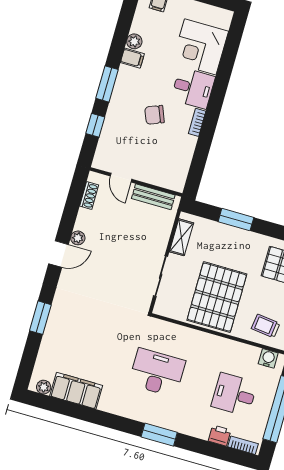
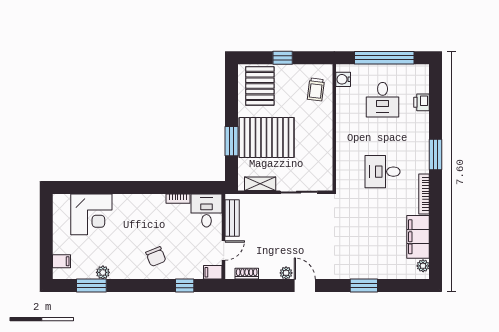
filing cabinet: (132, 58) -> (213, 272), moved, turned -90
window: (107, 84) -> (91, 286), moved
desk: (193, 88) -> (206, 210), moved
chair: (155, 115) -> (156, 257), moved
bookcase: (197, 122) -> (178, 199), moved
pallet: (217, 297) -> (267, 138), moved
desk: (157, 372) -> (383, 172), width x0.73
bookcase: (243, 445) -> (424, 194), moved, width x1.56

